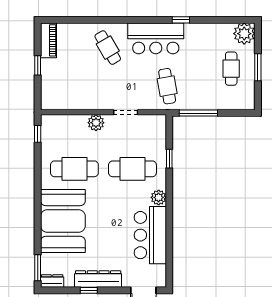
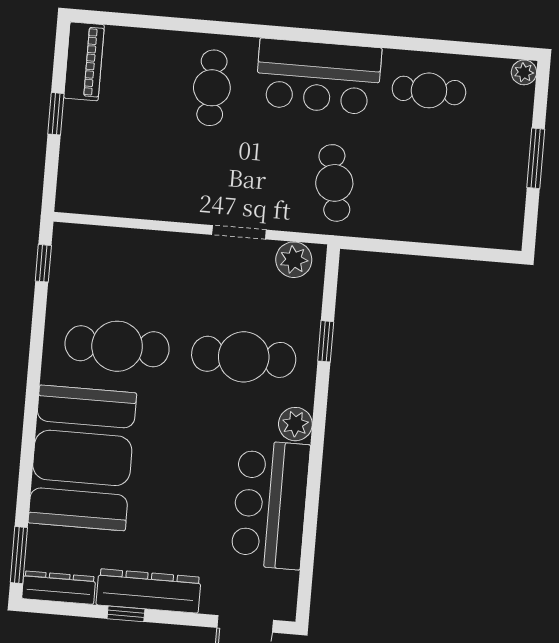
window: (181, 20) -> (376, 41), removed
plant: (244, 34) -> (524, 72), width x0.53, depth x0.53
cafe table: (108, 48) -> (212, 88), turned 30
cafe table: (231, 69) -> (429, 90), moved, turned 90
window: (198, 113) -> (398, 247), removed
plant: (96, 123) -> (294, 260), moved
dresser: (52, 281) -> (59, 588), width x1.44

